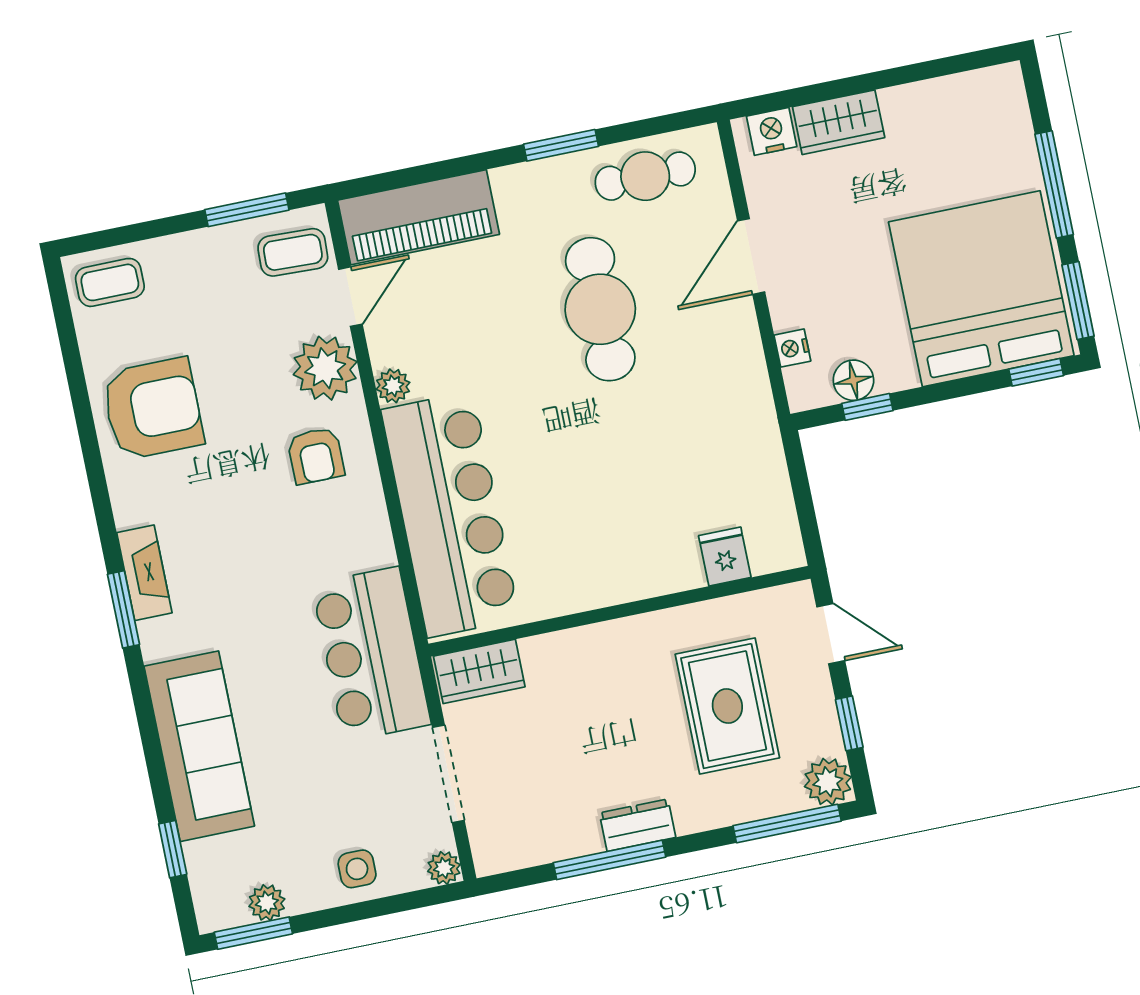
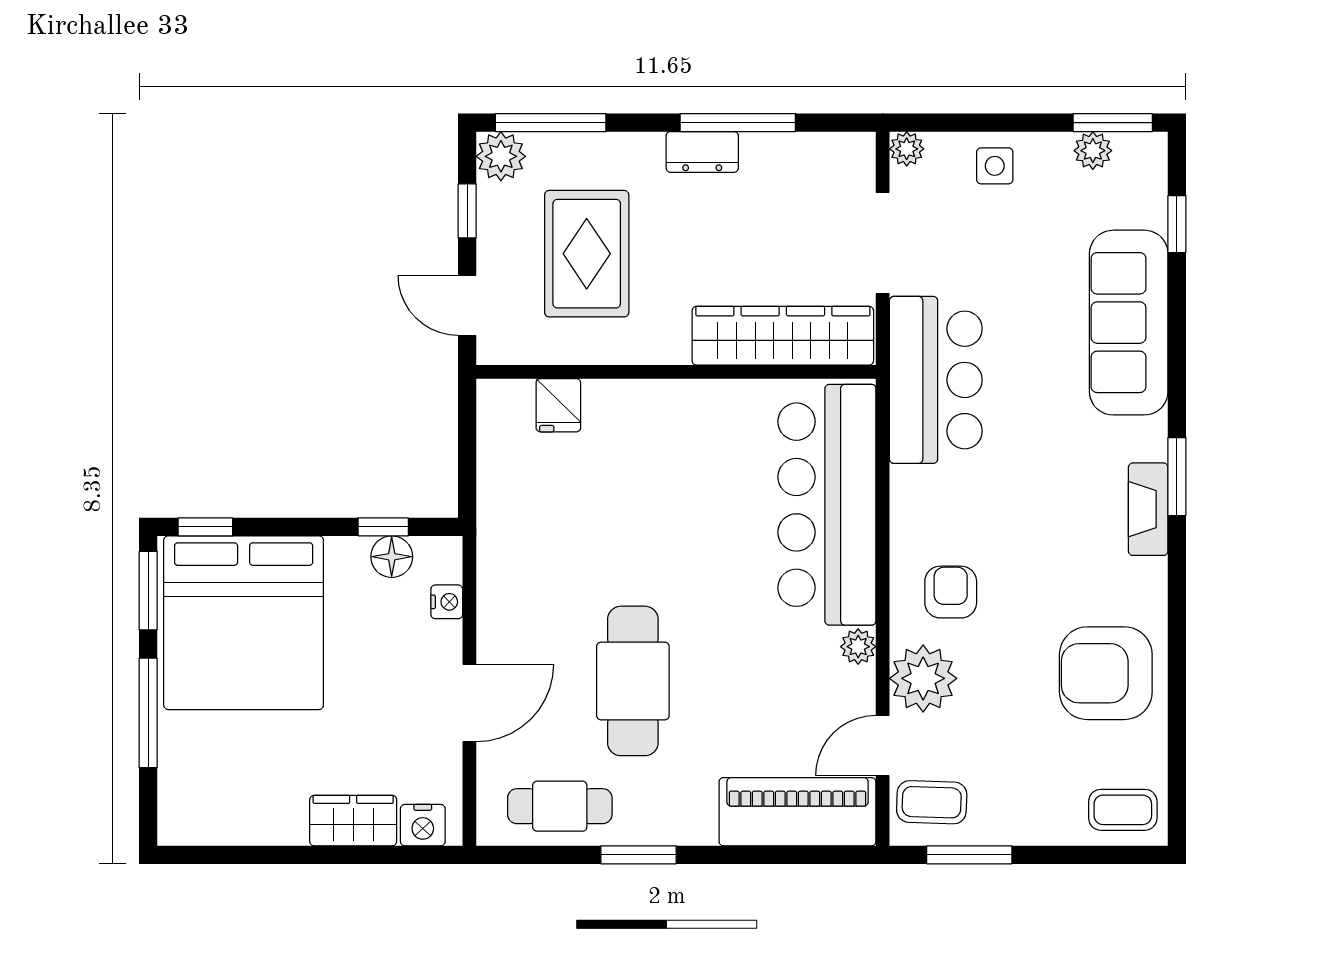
wardrobe: (479, 671) -> (783, 336), width x2.10, depth x1.17

